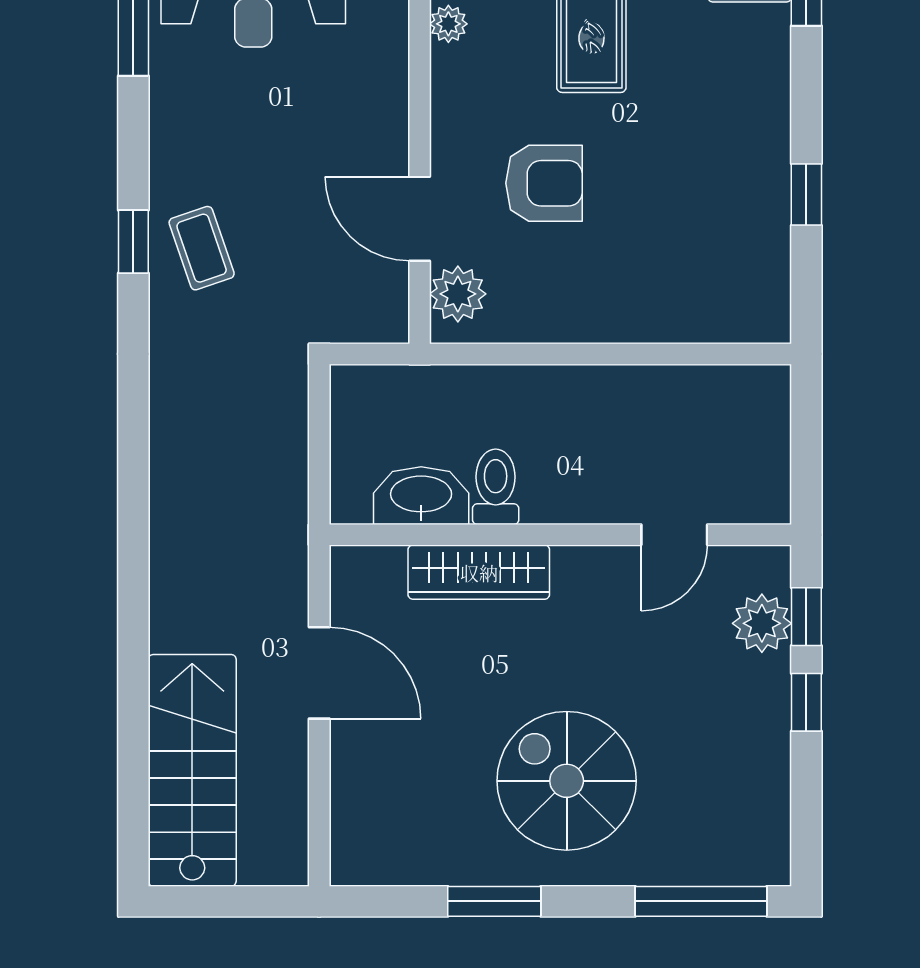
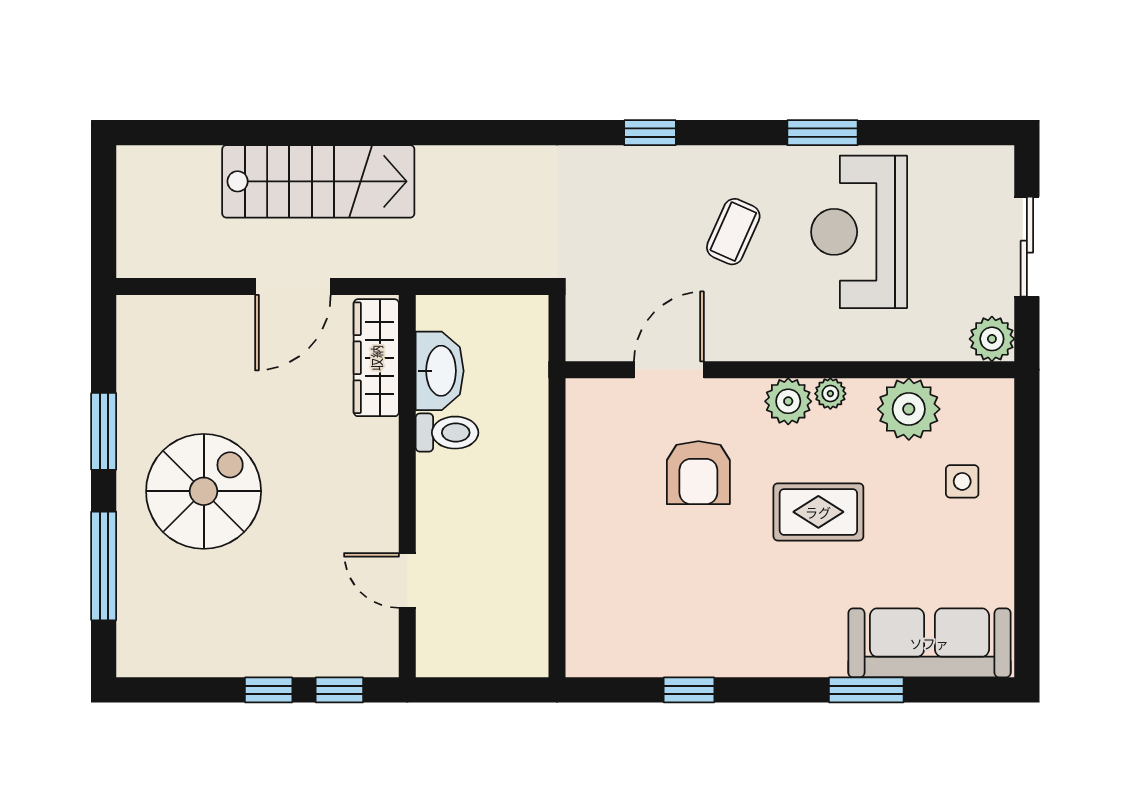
coffee table: (202, 248) -> (733, 232), moved, turned -47
plant: (458, 294) -> (788, 401), moved
wardrobe: (479, 572) -> (376, 358), moved
plant: (762, 623) -> (334, 653), removed
stairs: (192, 770) -> (318, 181), moved
window: (701, 901) -> (104, 566), moved

